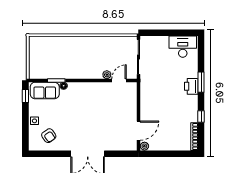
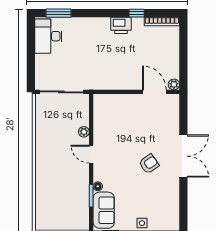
door: (119, 81) -> (91, 154), moved
window: (201, 82) -> (59, 13), moved
printer: (191, 86) -> (121, 25), moved
armchair: (49, 136) -> (149, 164), moved

